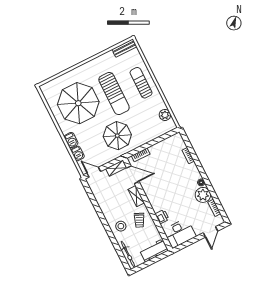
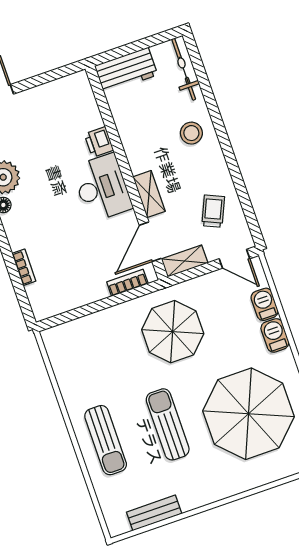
bench: (124, 48) -> (154, 513), moved
sun lounger: (114, 94) -> (168, 424), width x0.73, depth x0.75
plant: (165, 115) -> (63, 363), removed
door: (133, 175) -> (150, 242), hinge flipped
trolley: (139, 220) -> (213, 211), moved
desk: (180, 233) -> (102, 188), moved, turned 90

